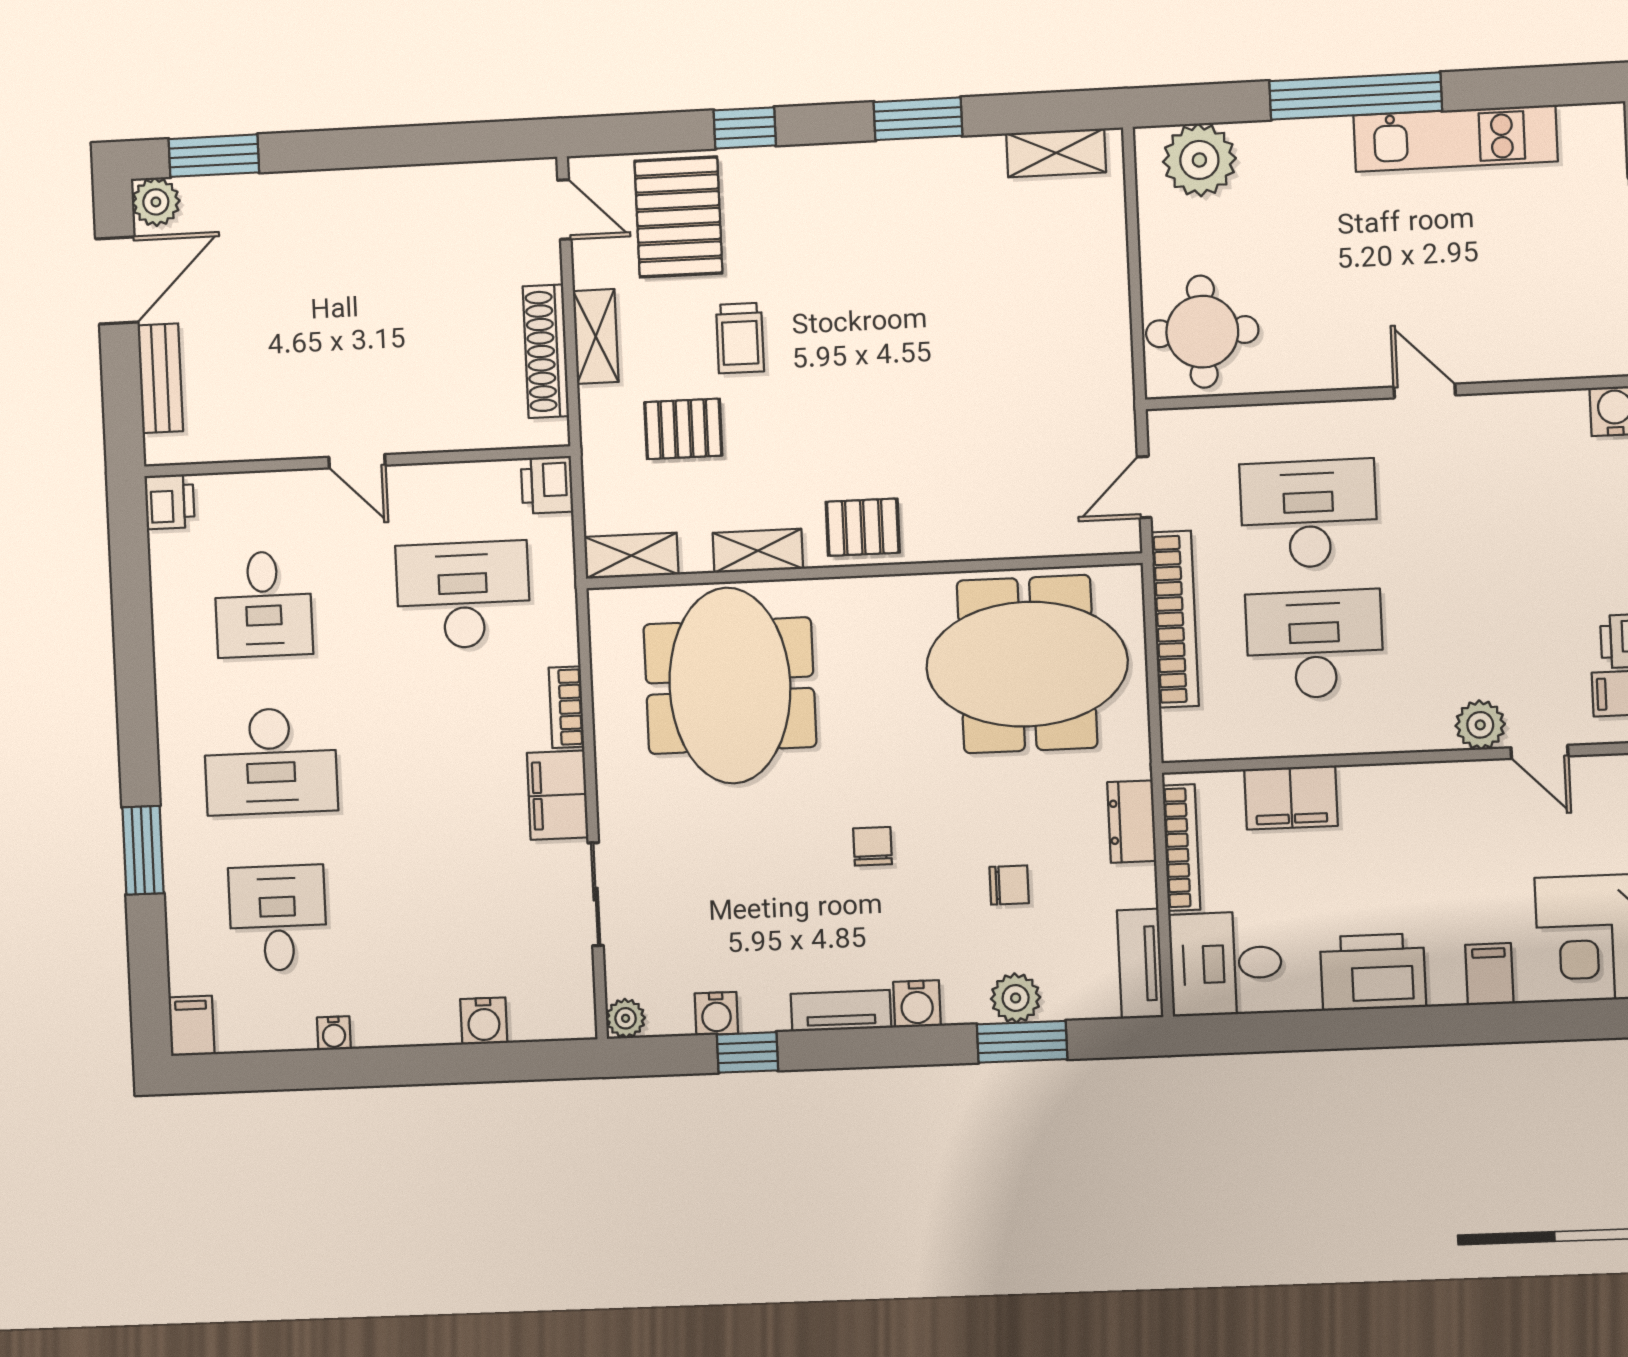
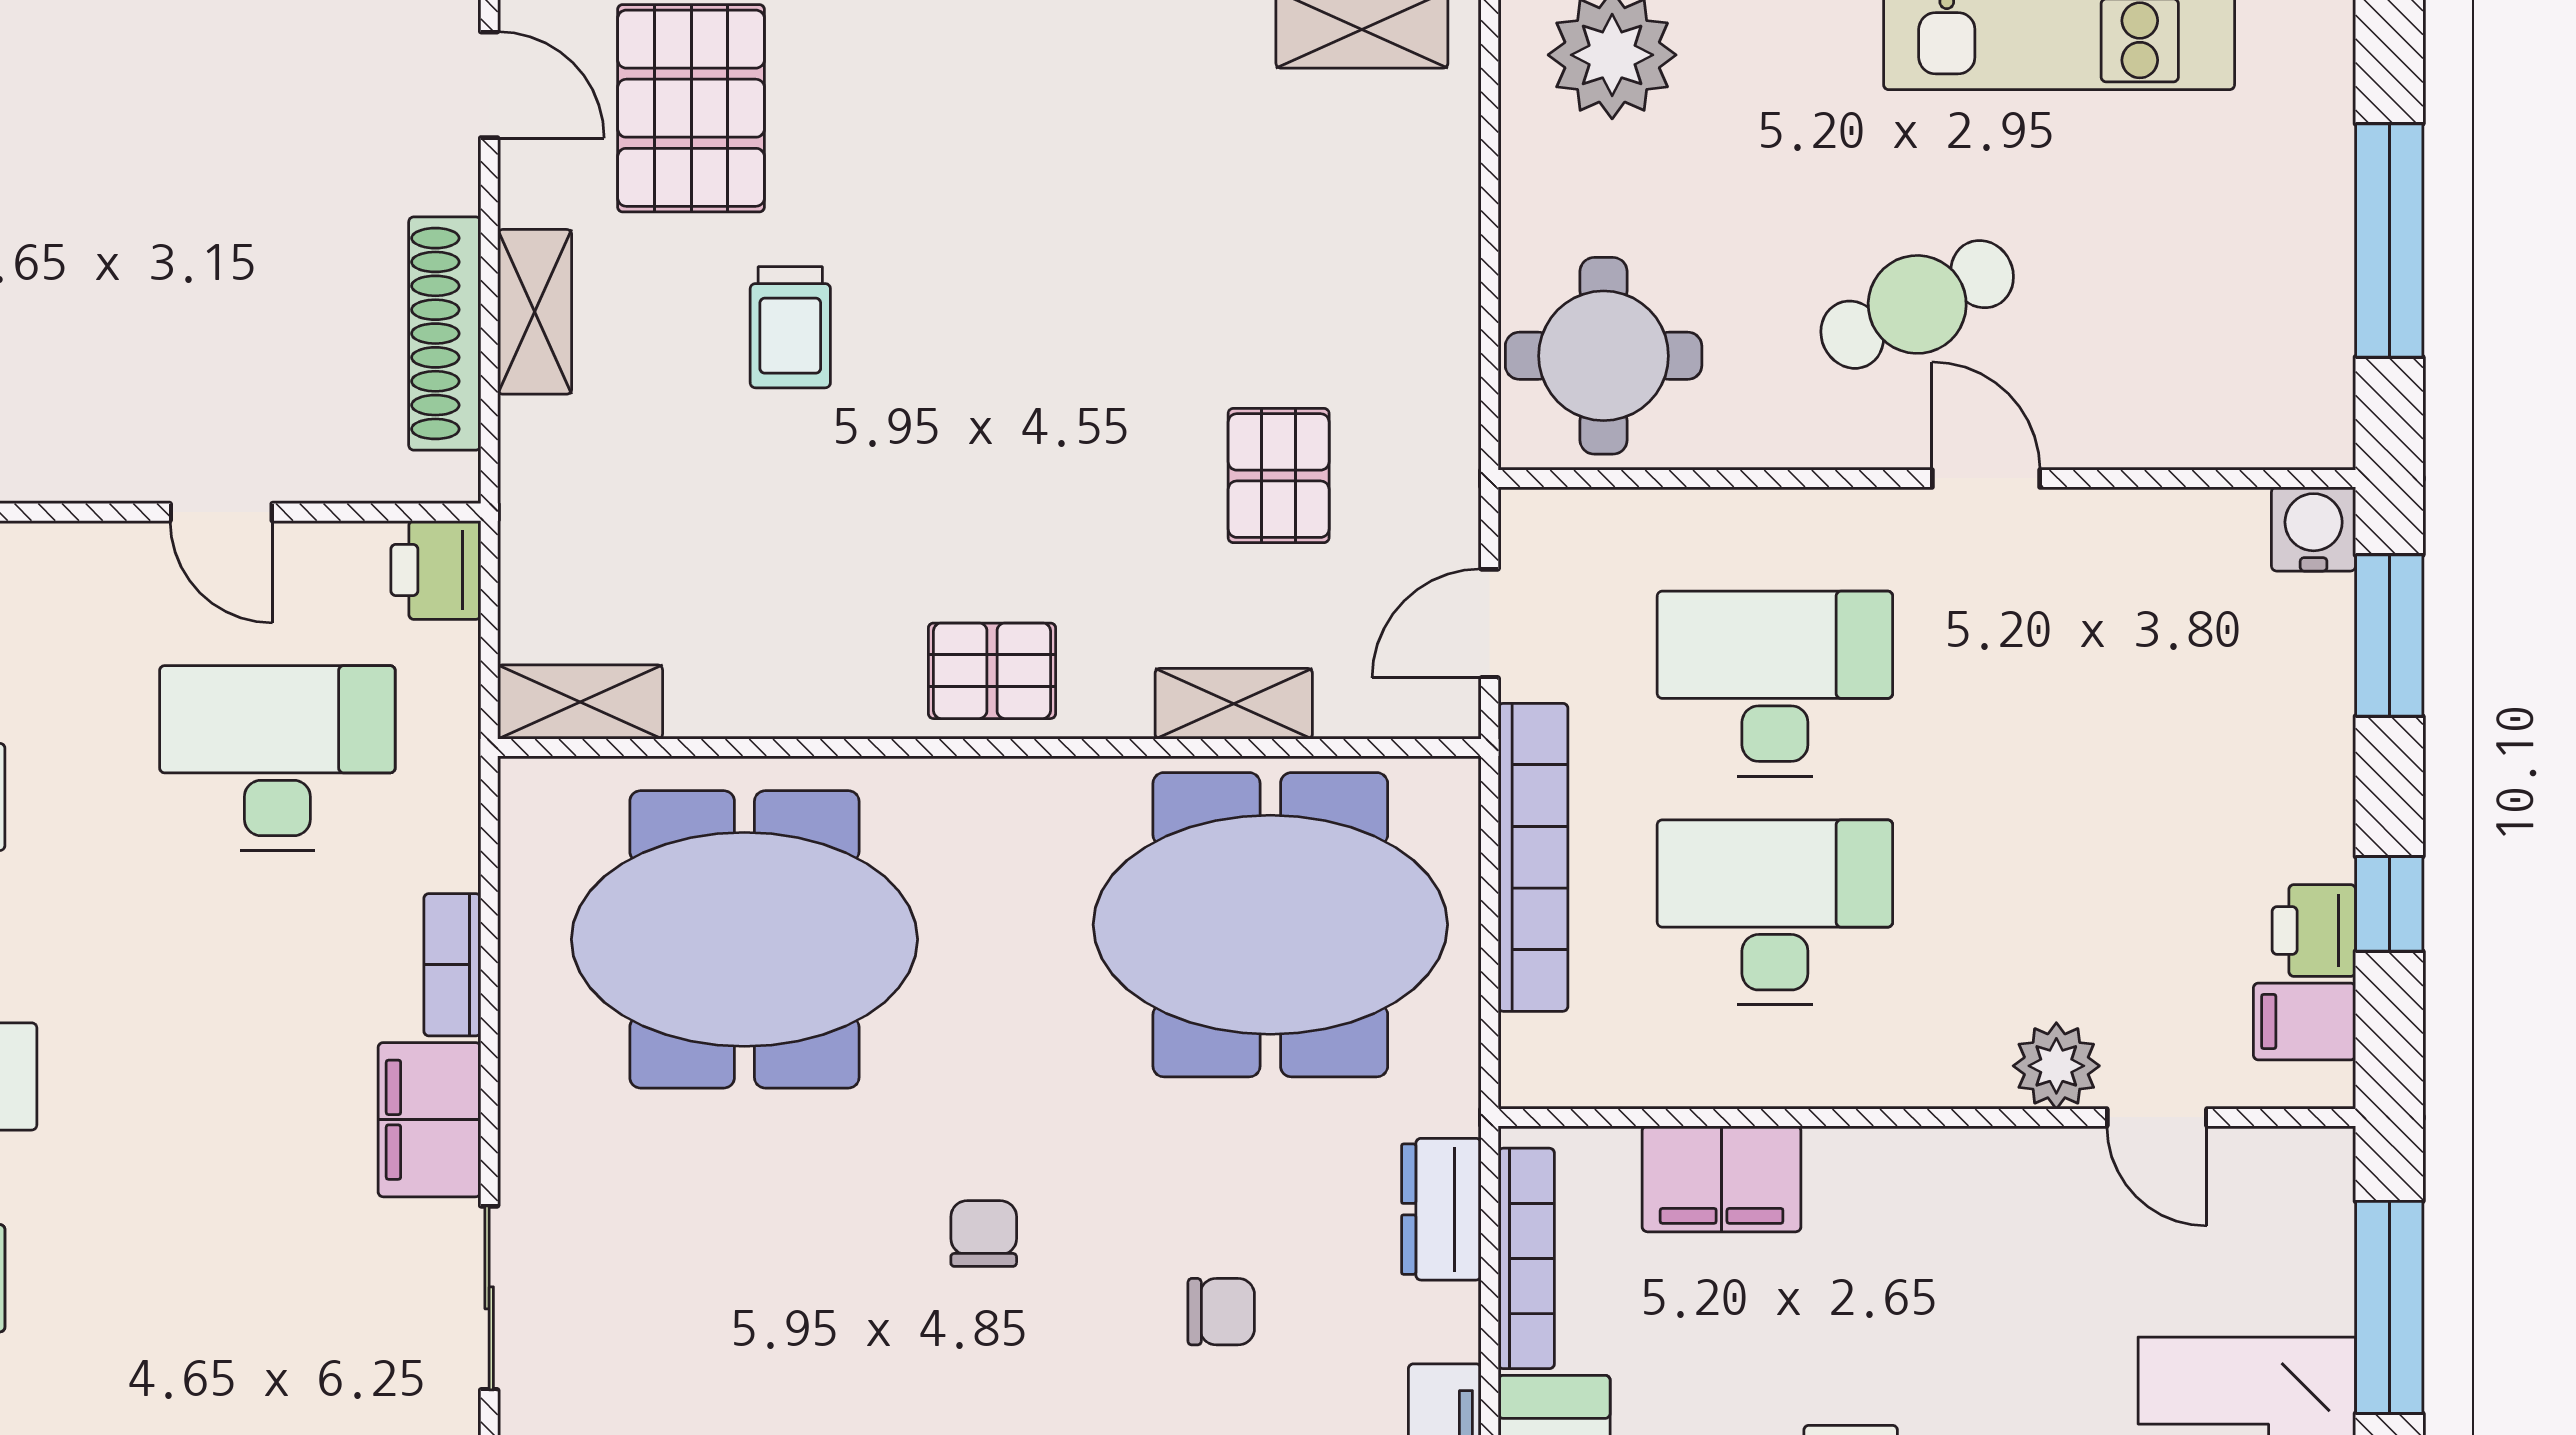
cafe table: (1381, 293) -> (1917, 304), added
pallet: (683, 429) -> (1279, 476), moved, turned 90
door: (357, 461) -> (221, 512), moved
shelving: (758, 551) -> (1234, 704), moved
meeting table: (730, 686) -> (744, 939), turned 90

